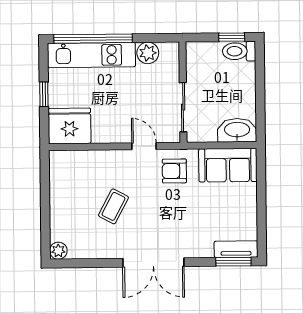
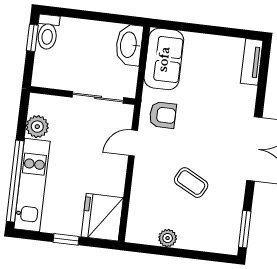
armchair: (174, 171) -> (163, 115), turned -90
plant: (58, 251) -> (168, 238), moved
window: (233, 262) -> (245, 229), moved

